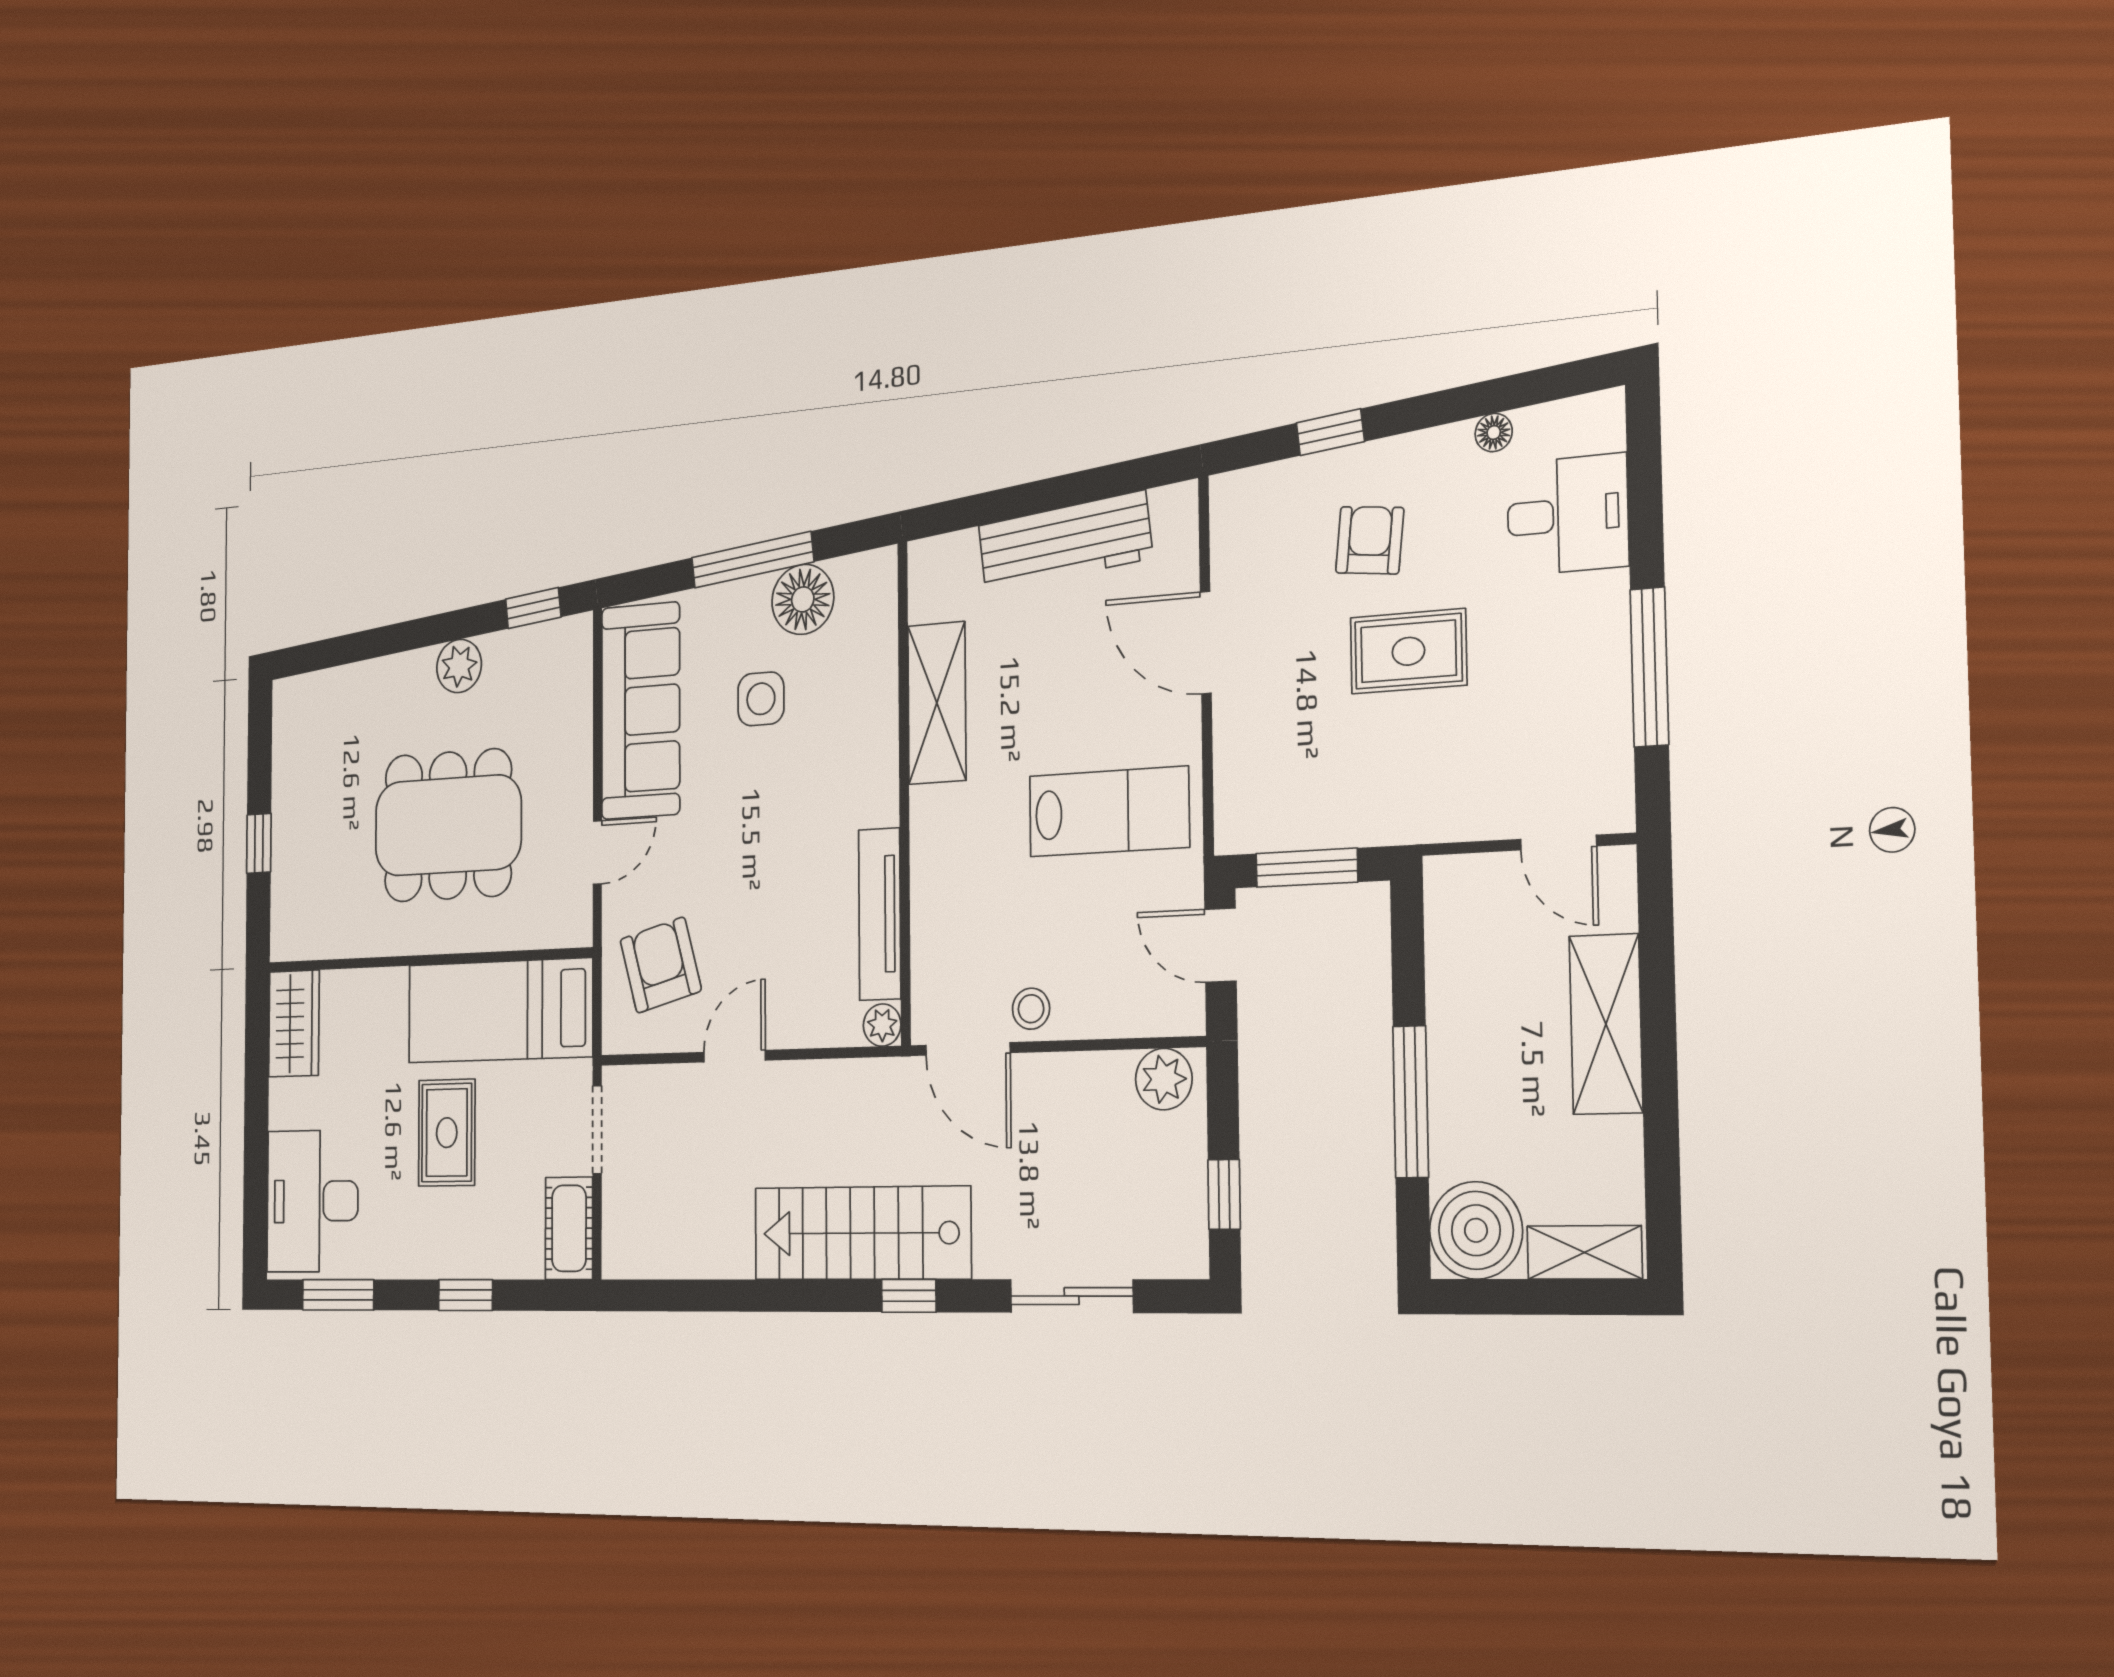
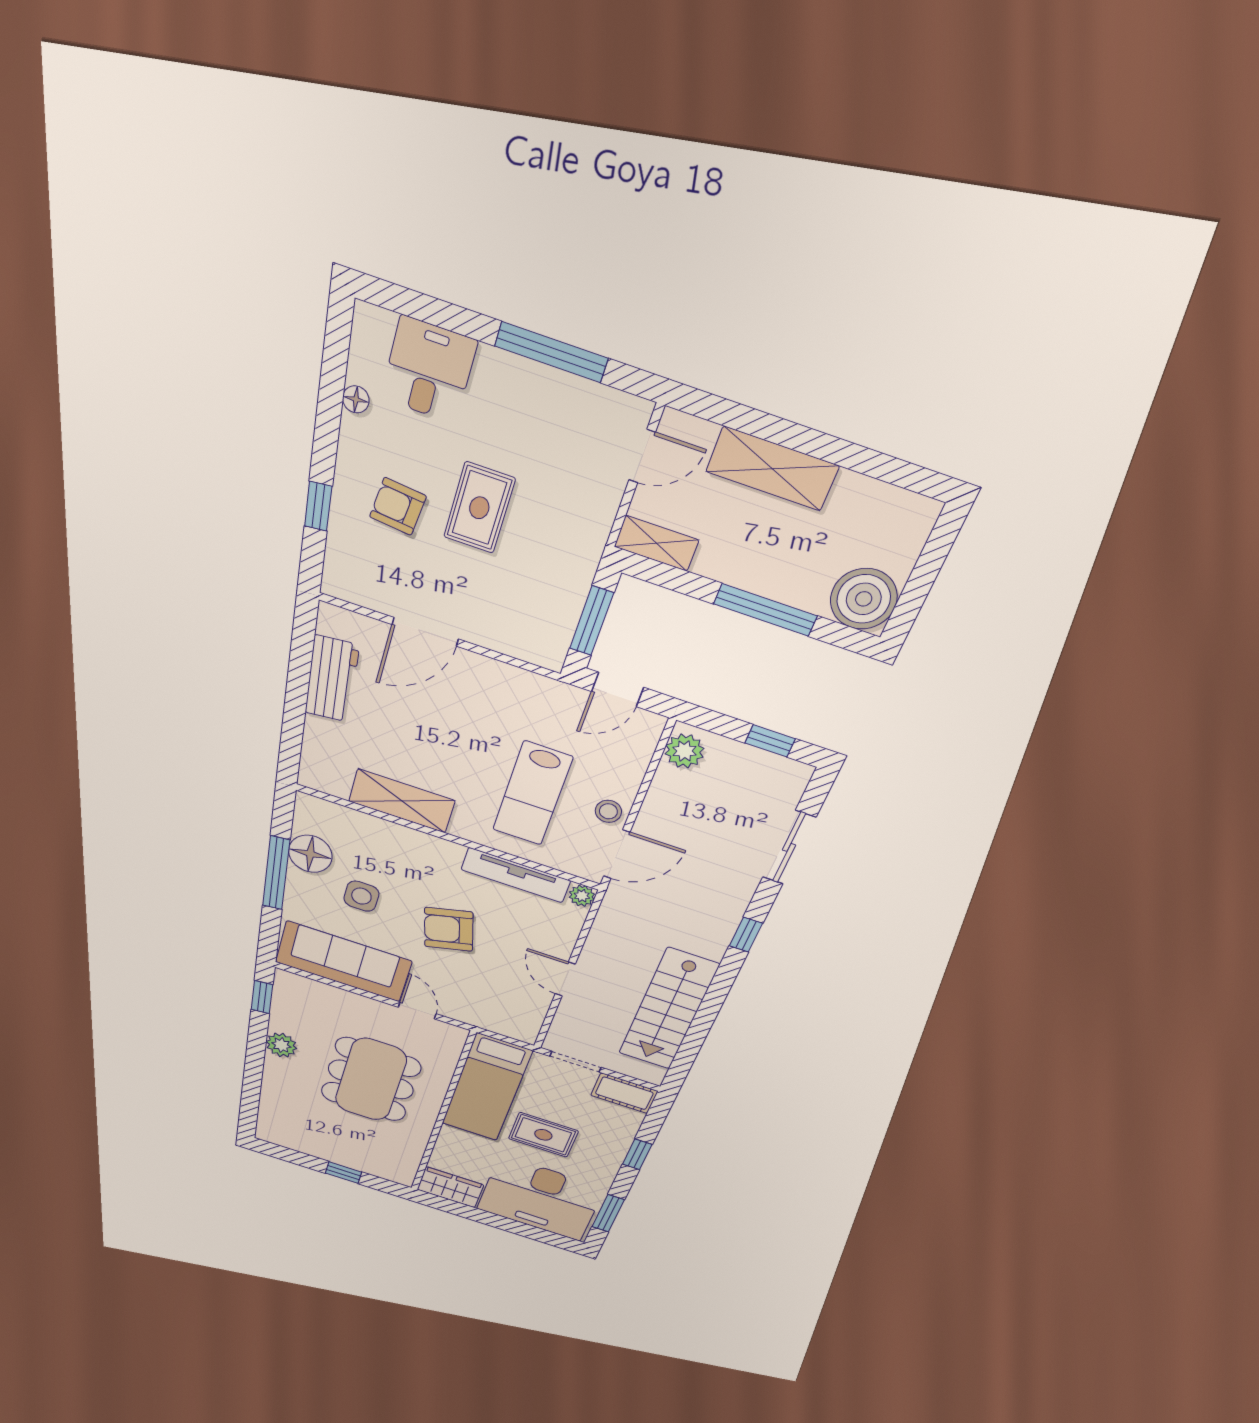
workbench: (1065, 542) -> (332, 679), width x0.73
lab bench: (1109, 812) -> (532, 794), moved, turned 180
armchair: (661, 965) -> (449, 929), moved
desk: (312, 1201) -> (540, 1198), width x1.36, depth x1.30
stairs: (862, 1233) -> (668, 1009), moved
shelving: (1584, 1252) -> (656, 543), moved, turned 90

